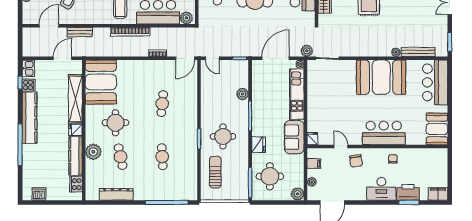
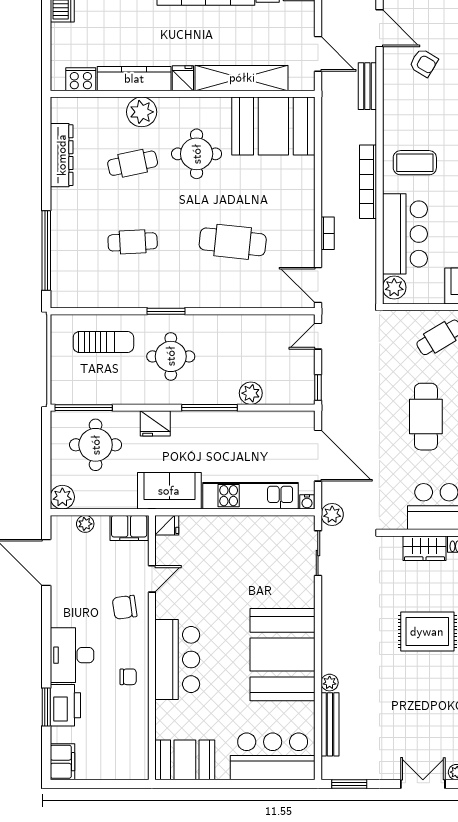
cafe table: (162, 104) -> (233, 242), width x1.37, depth x1.35
filing cabinet: (314, 164) -> (129, 528), width x2.00

